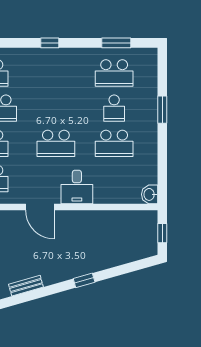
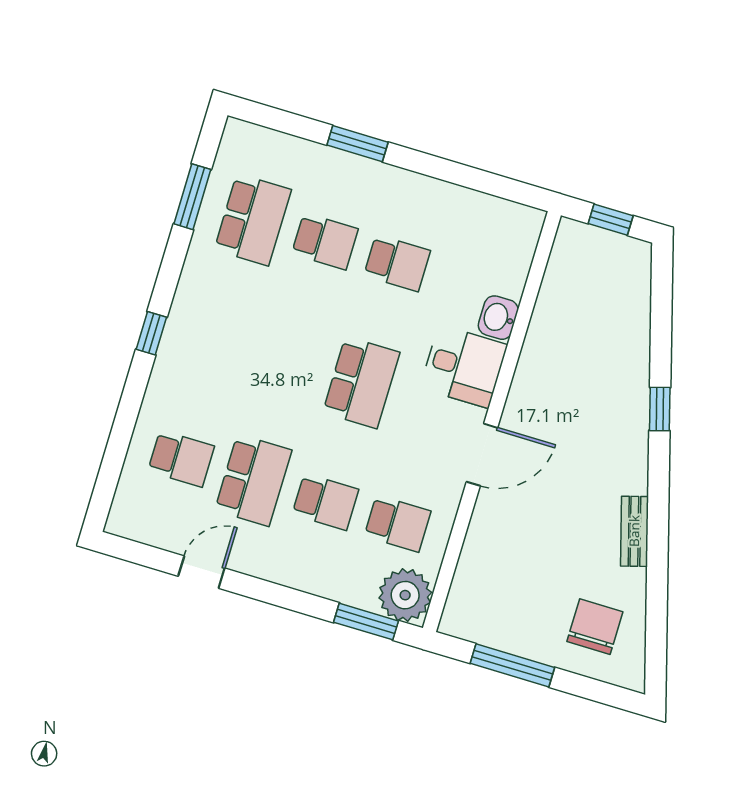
school desk: (114, 143) -> (397, 263), width x0.54
washbasin: (150, 194) -> (498, 318), moved, turned 90

